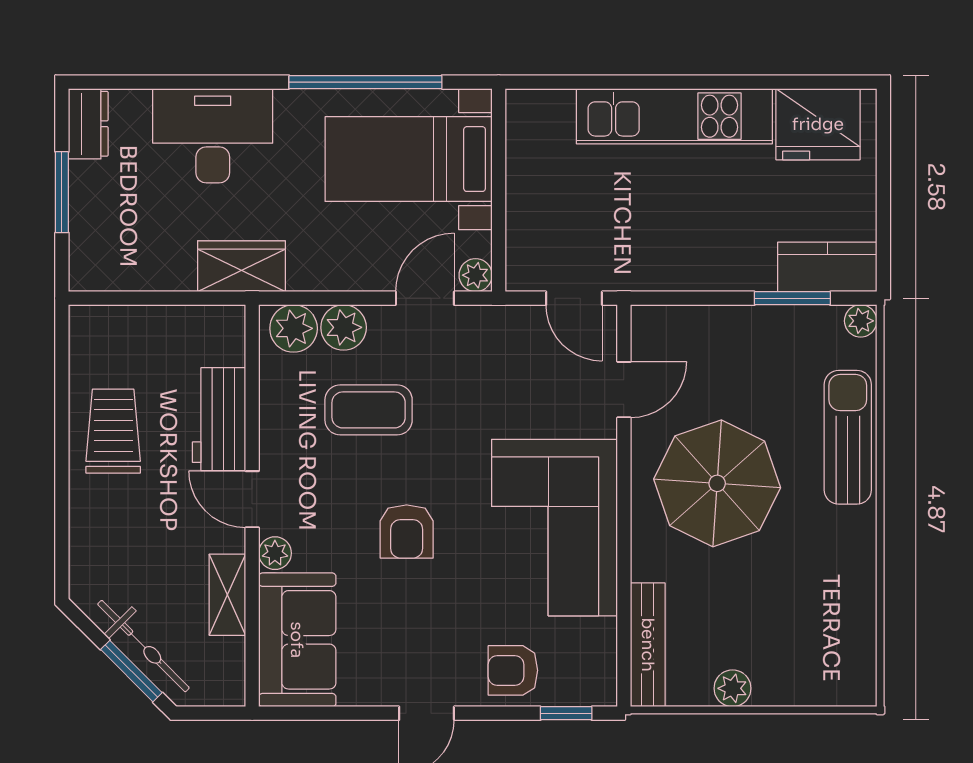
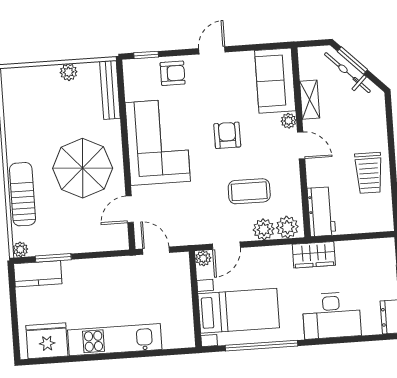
workbench: (219, 419) -> (321, 212), moved
sun lounger: (848, 437) -> (23, 194), turned 180

